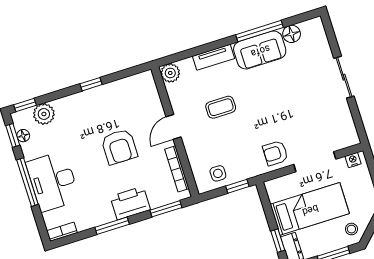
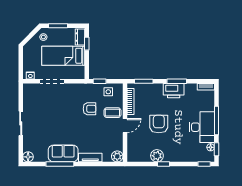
floor lamp: (292, 34) -> (28, 157), moved
coffee table: (221, 107) -> (112, 113), moved
plant: (44, 114) -> (157, 156), moved
armchair: (275, 153) -> (89, 109), moved
desk: (53, 181) -> (202, 127), moved
printer: (130, 203) -> (174, 91), moved

